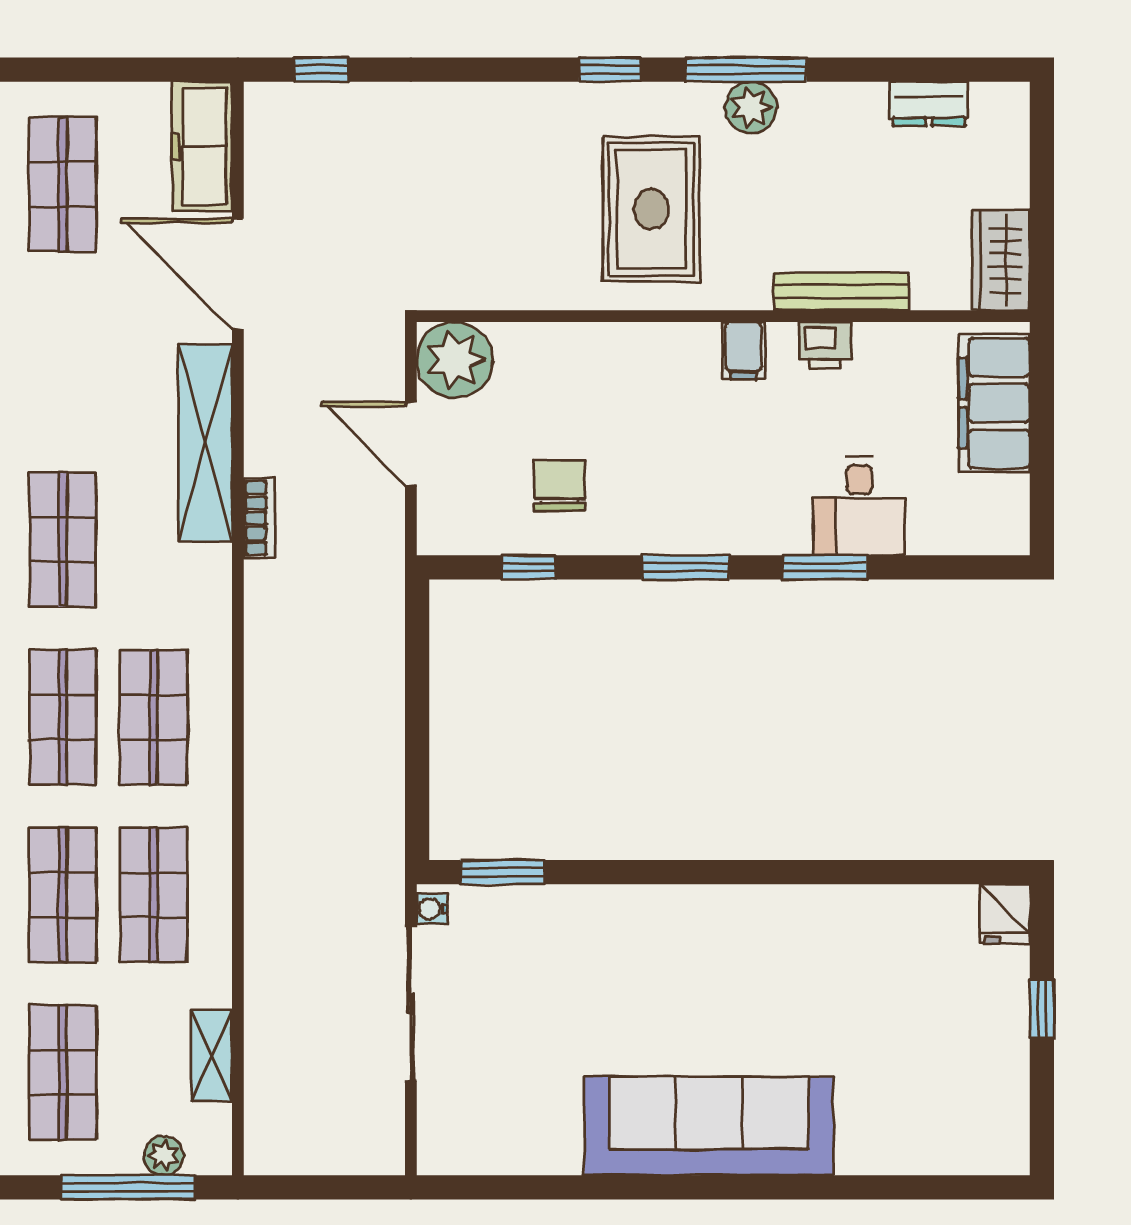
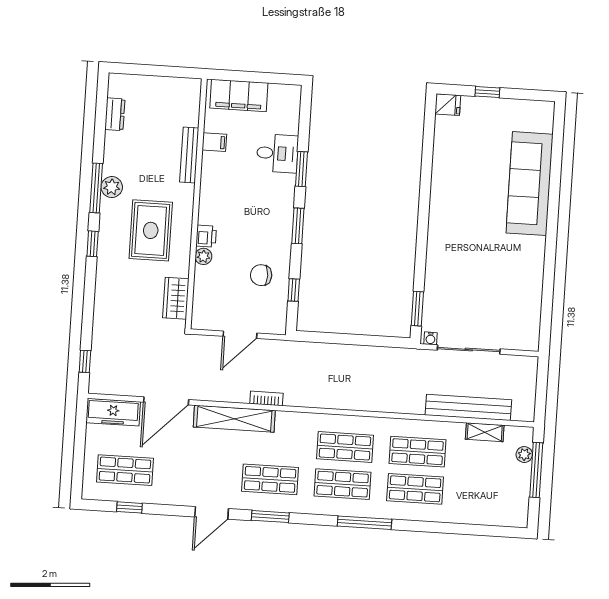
rug: (651, 209) -> (151, 230), turned 90
wardrobe: (1001, 260) -> (176, 298), moved, turned 90
printer: (825, 345) -> (206, 236), moved
filing cabinet: (743, 351) -> (214, 142), moved
plant: (455, 360) -> (203, 256), moved, width x0.53, depth x0.53
bench: (270, 1012) -> (468, 407), added
shop shelf: (63, 1073) -> (488, 493), removed
sofa: (709, 1126) -> (530, 184), moved

